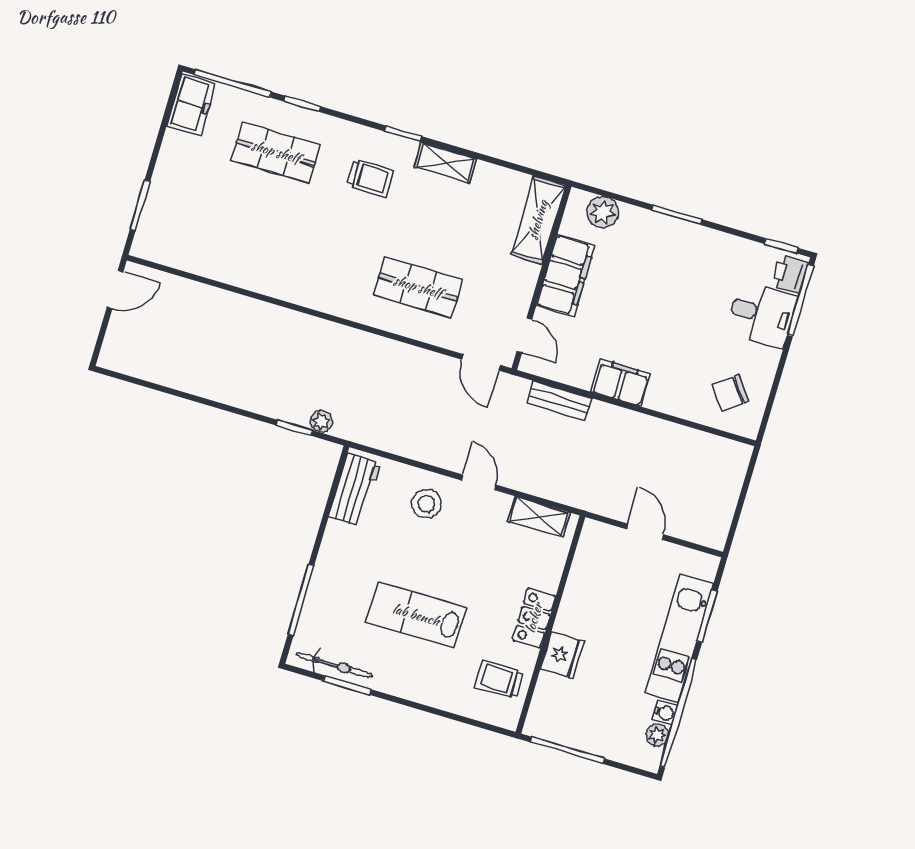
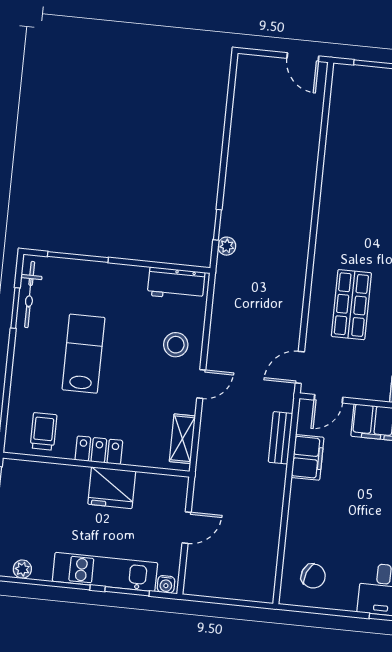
filing cabinet: (621, 383) -> (308, 457), moved
chair: (730, 393) -> (313, 576), turned 149
fridge: (562, 655) -> (112, 488), moved, width x1.36, depth x1.34
water cooler: (665, 713) -> (166, 584), moved

